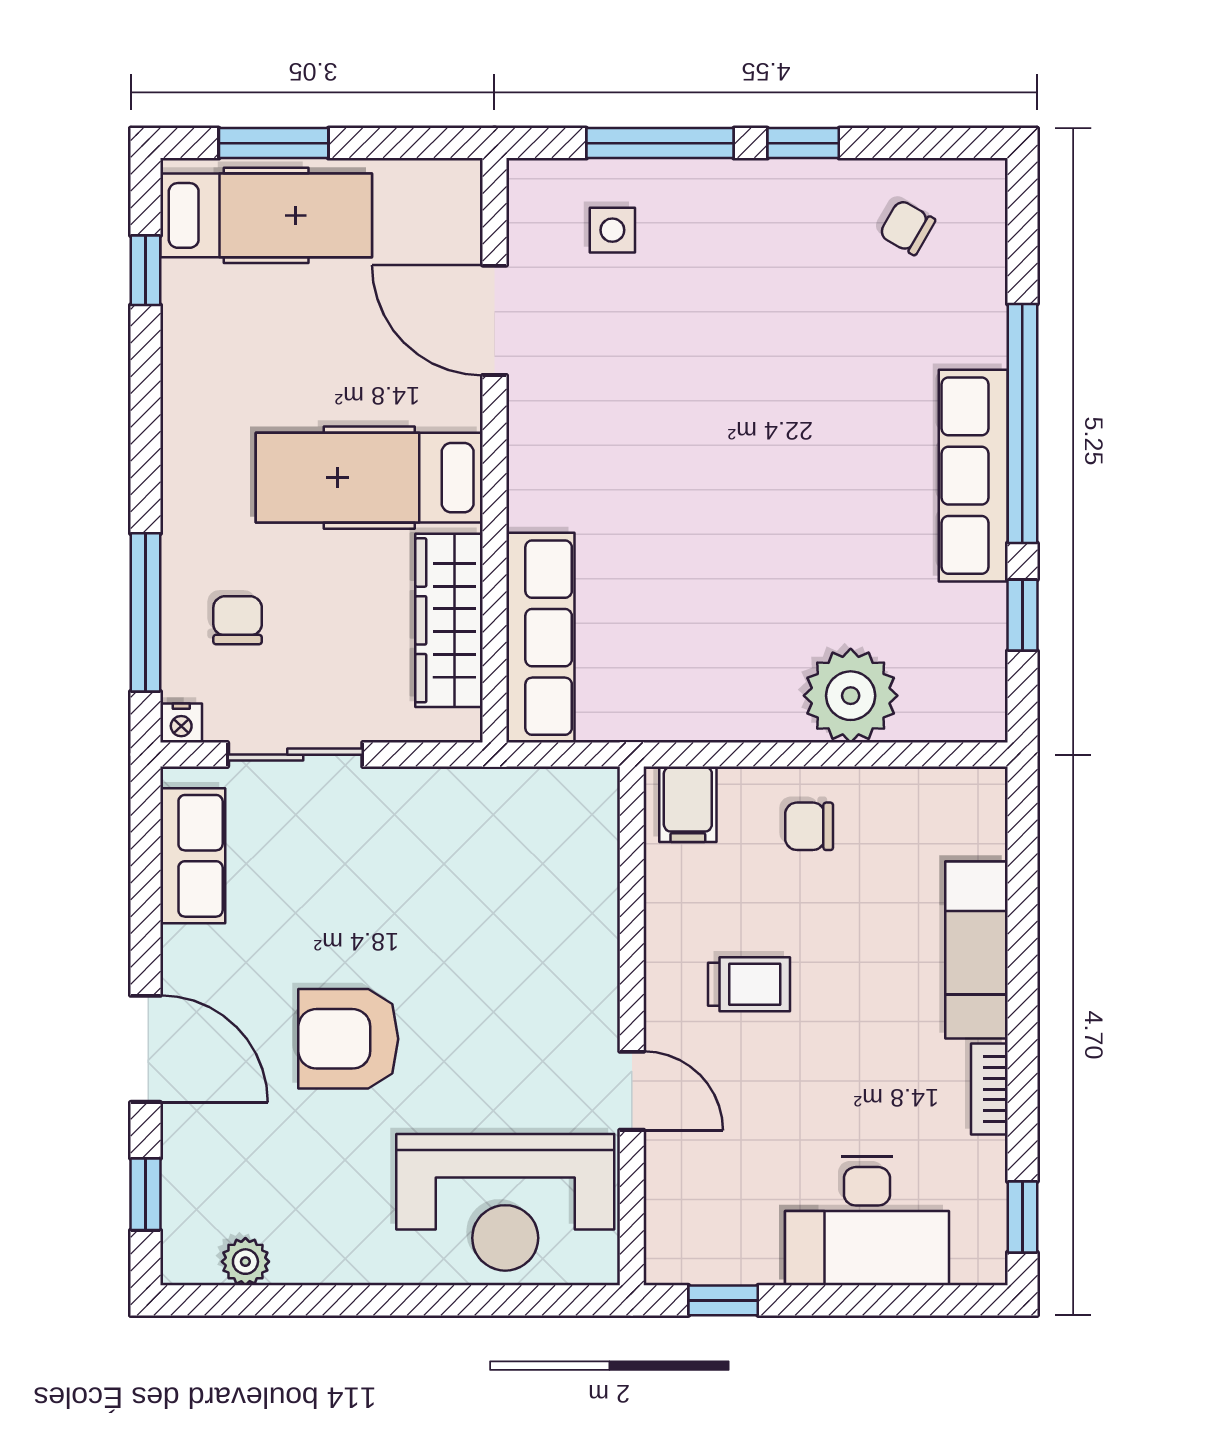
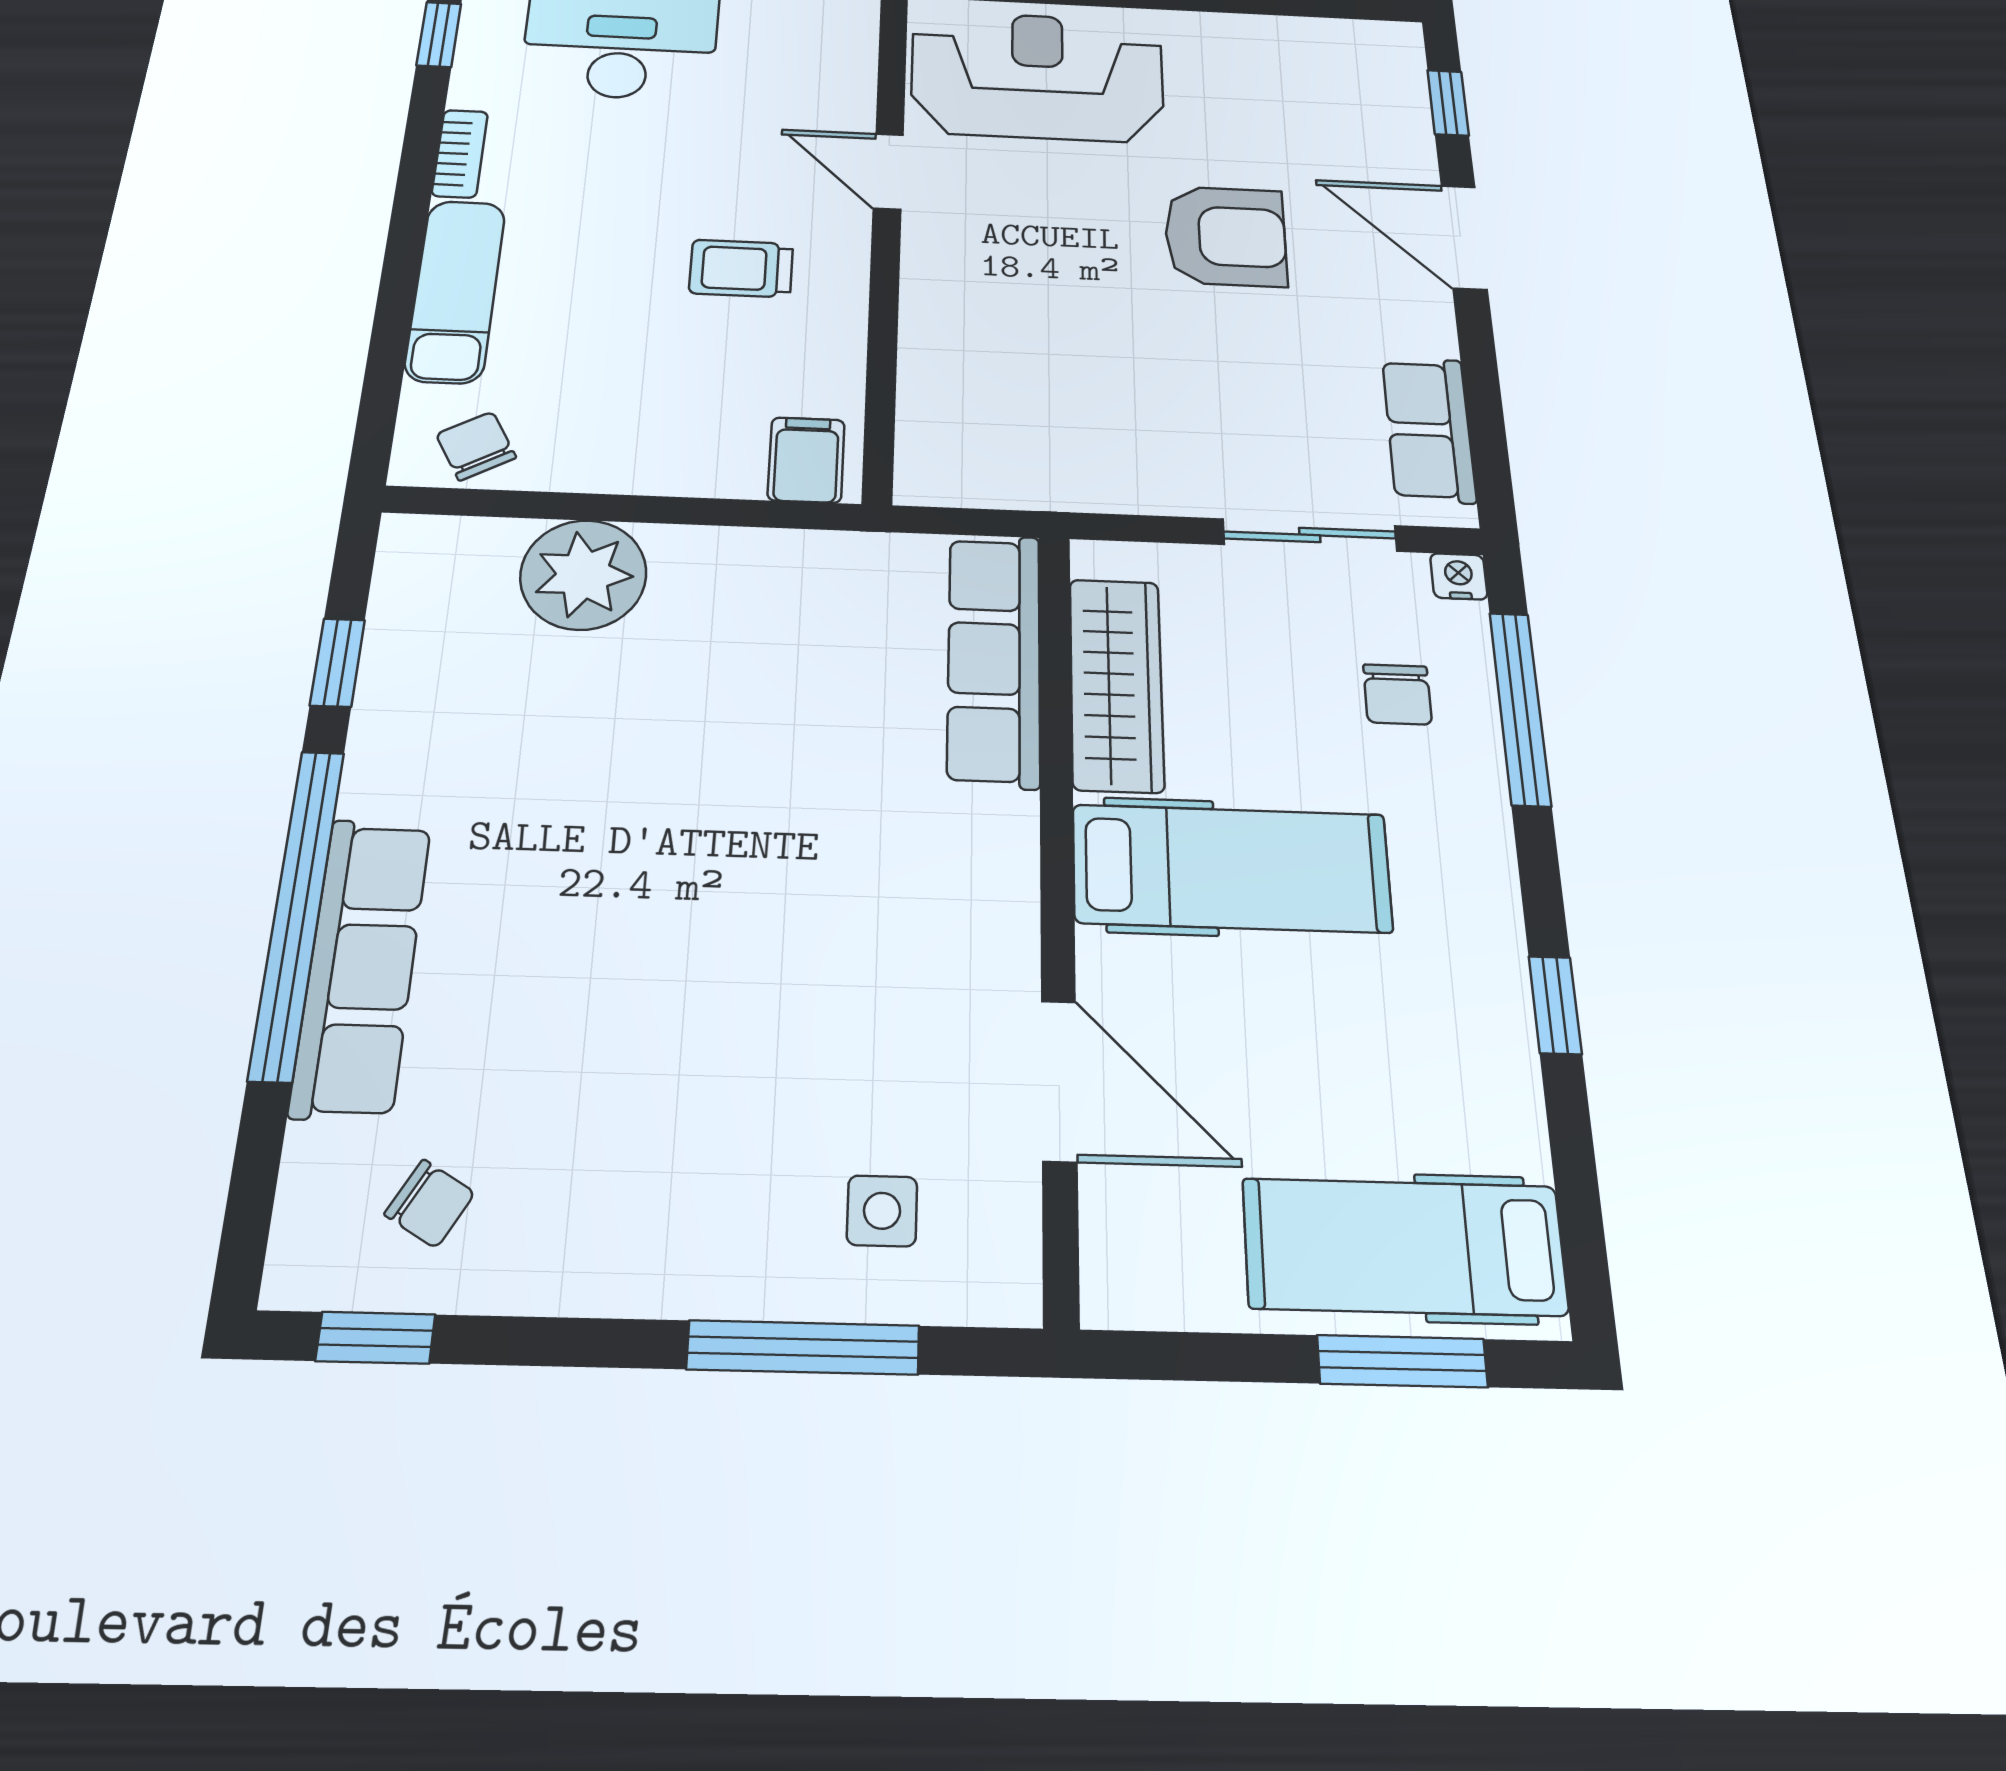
window: (803, 143) -> (376, 1338), moved
window: (146, 270) -> (1555, 1005), moved
row of seats: (973, 476) -> (361, 966), moved
chair: (809, 826) -> (476, 446), moved, turned -119
plant: (245, 1262) -> (1330, 38), removed

